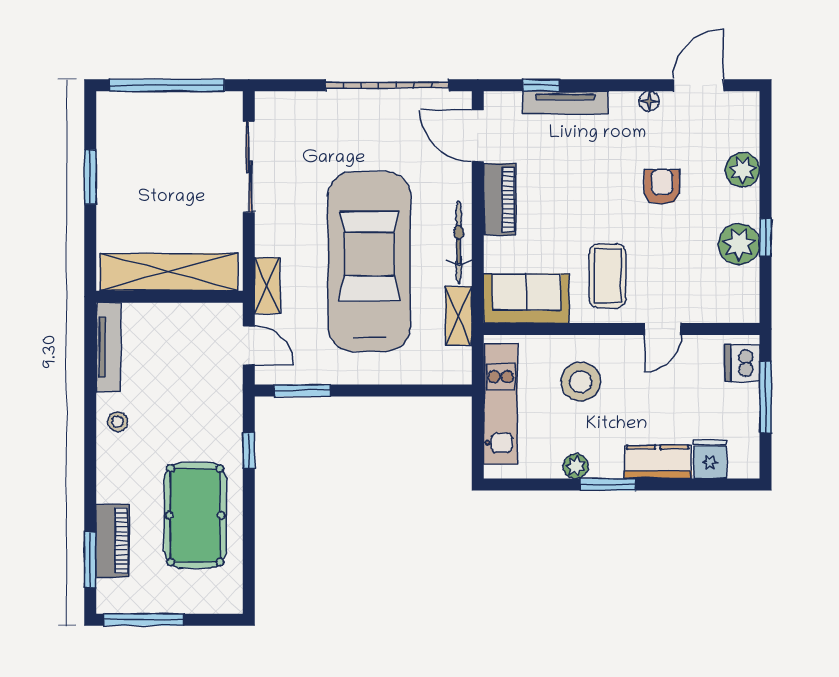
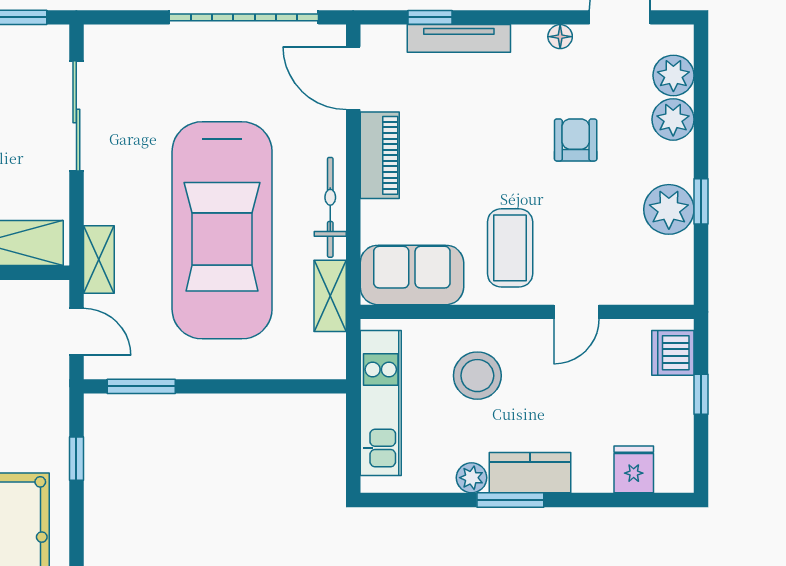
plant: (743, 133) -> (673, 75), added
car: (369, 261) -> (222, 230), turned 180
window: (766, 397) -> (701, 394), width x0.46
kitchen counter: (658, 462) -> (530, 473), moved

